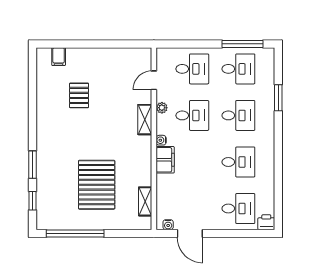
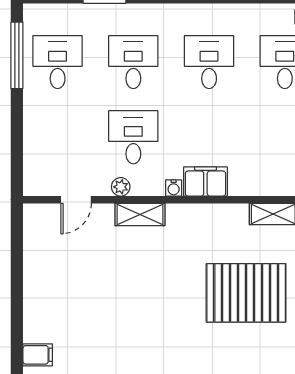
desk: (192, 69) -> (58, 137), removed
door: (154, 80) -> (76, 200), hinge flipped
pallet: (79, 95) -> (101, 322), removed

